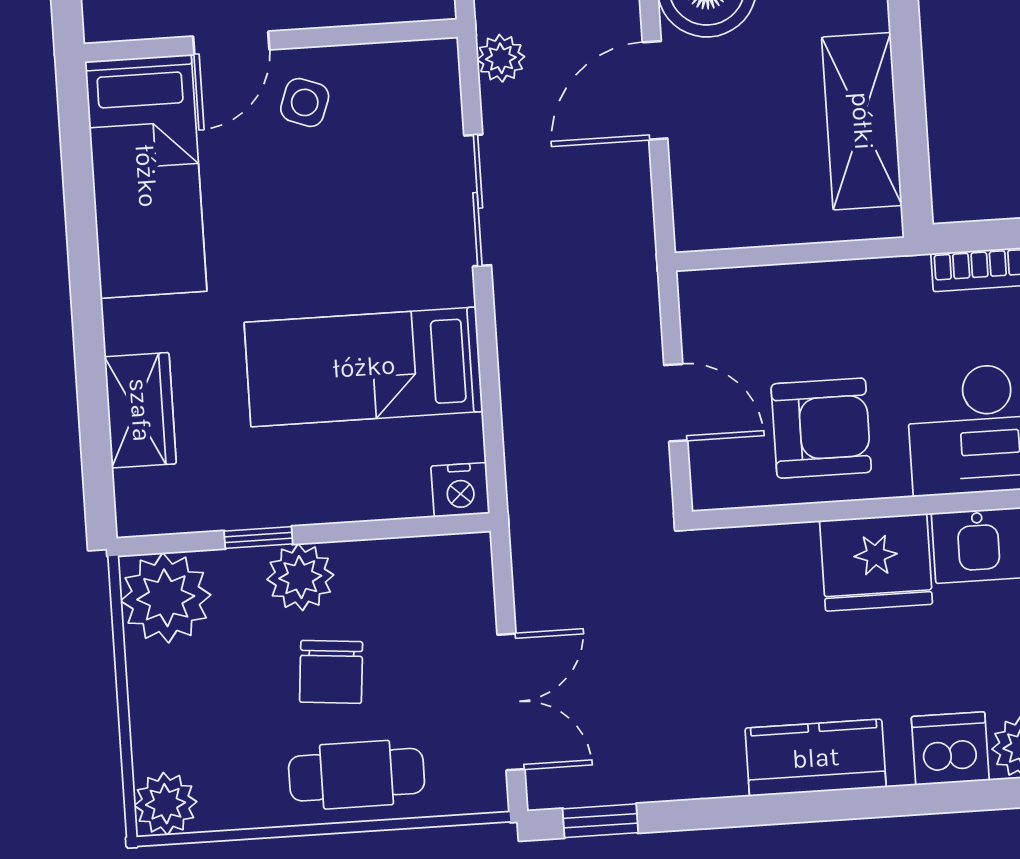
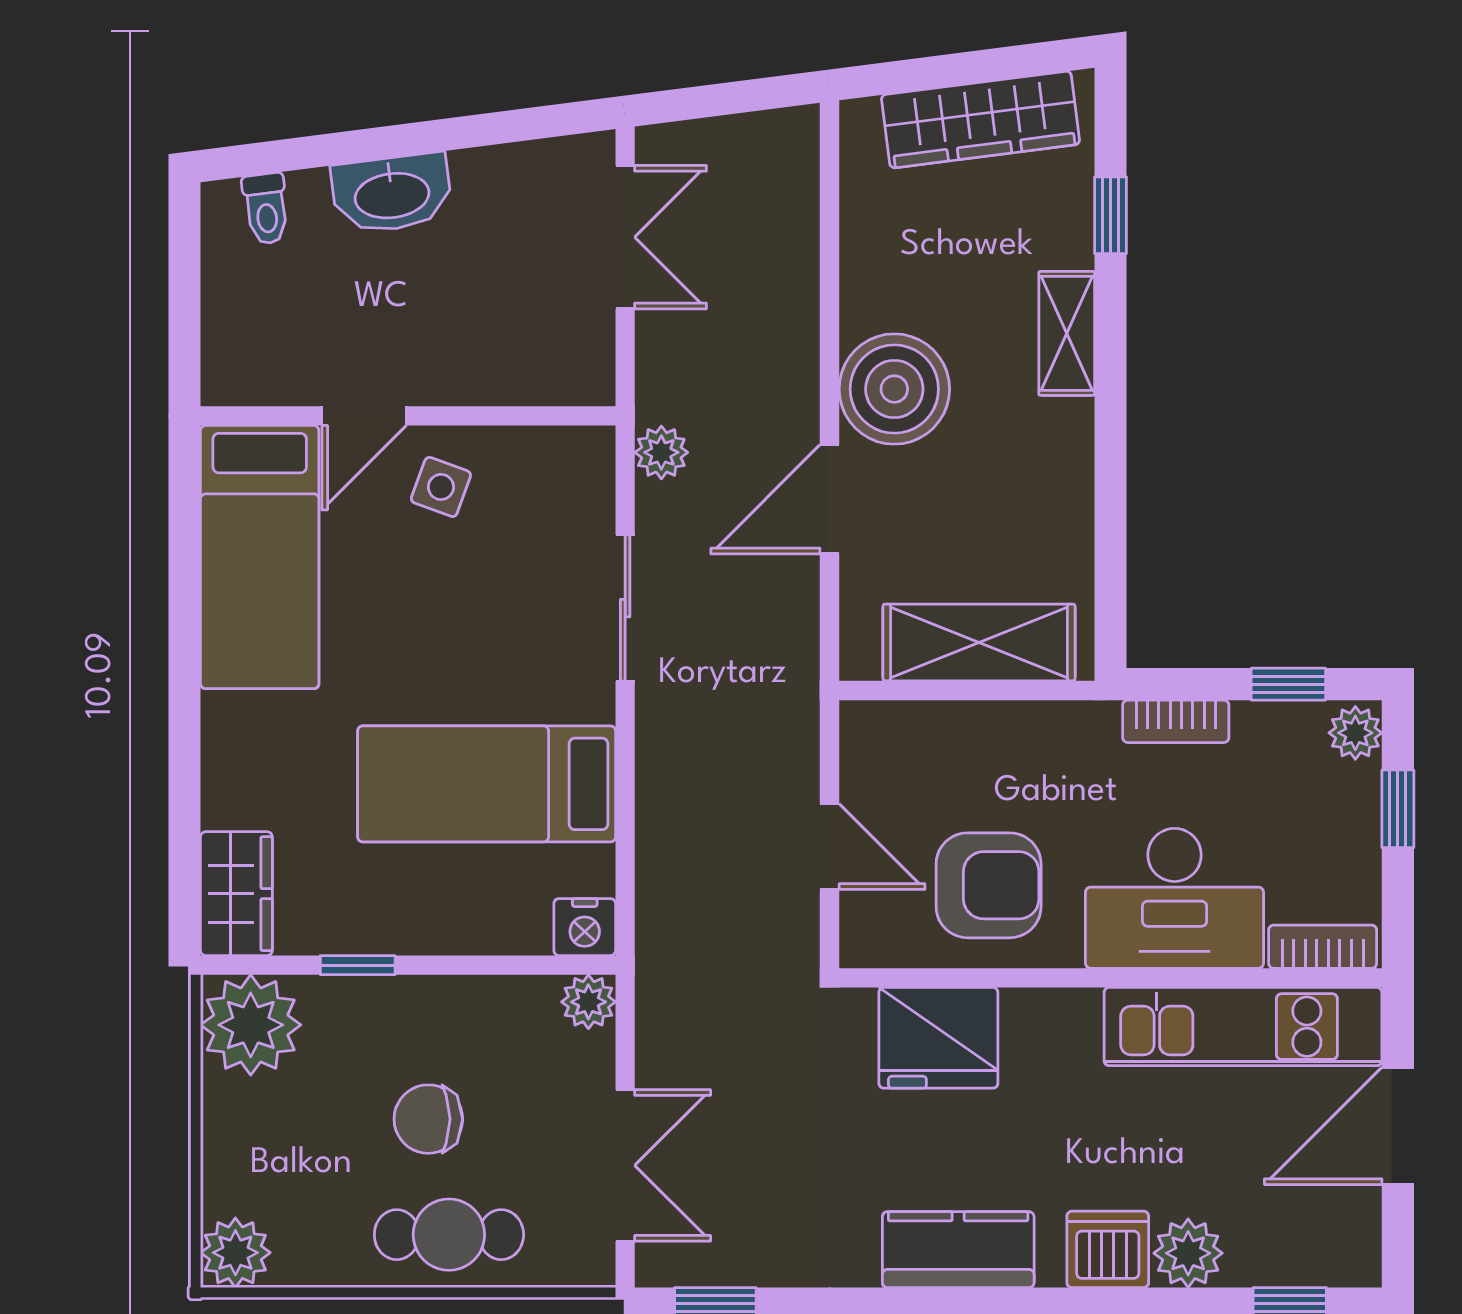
shelving: (862, 121) -> (979, 642), moved, turned 90
wardrobe: (140, 410) -> (236, 894), moved
fridge: (876, 562) -> (938, 1038), moved
plant: (300, 577) -> (588, 1002), moved, width x0.73, depth x0.73
chair: (331, 672) -> (428, 1119), turned 85

